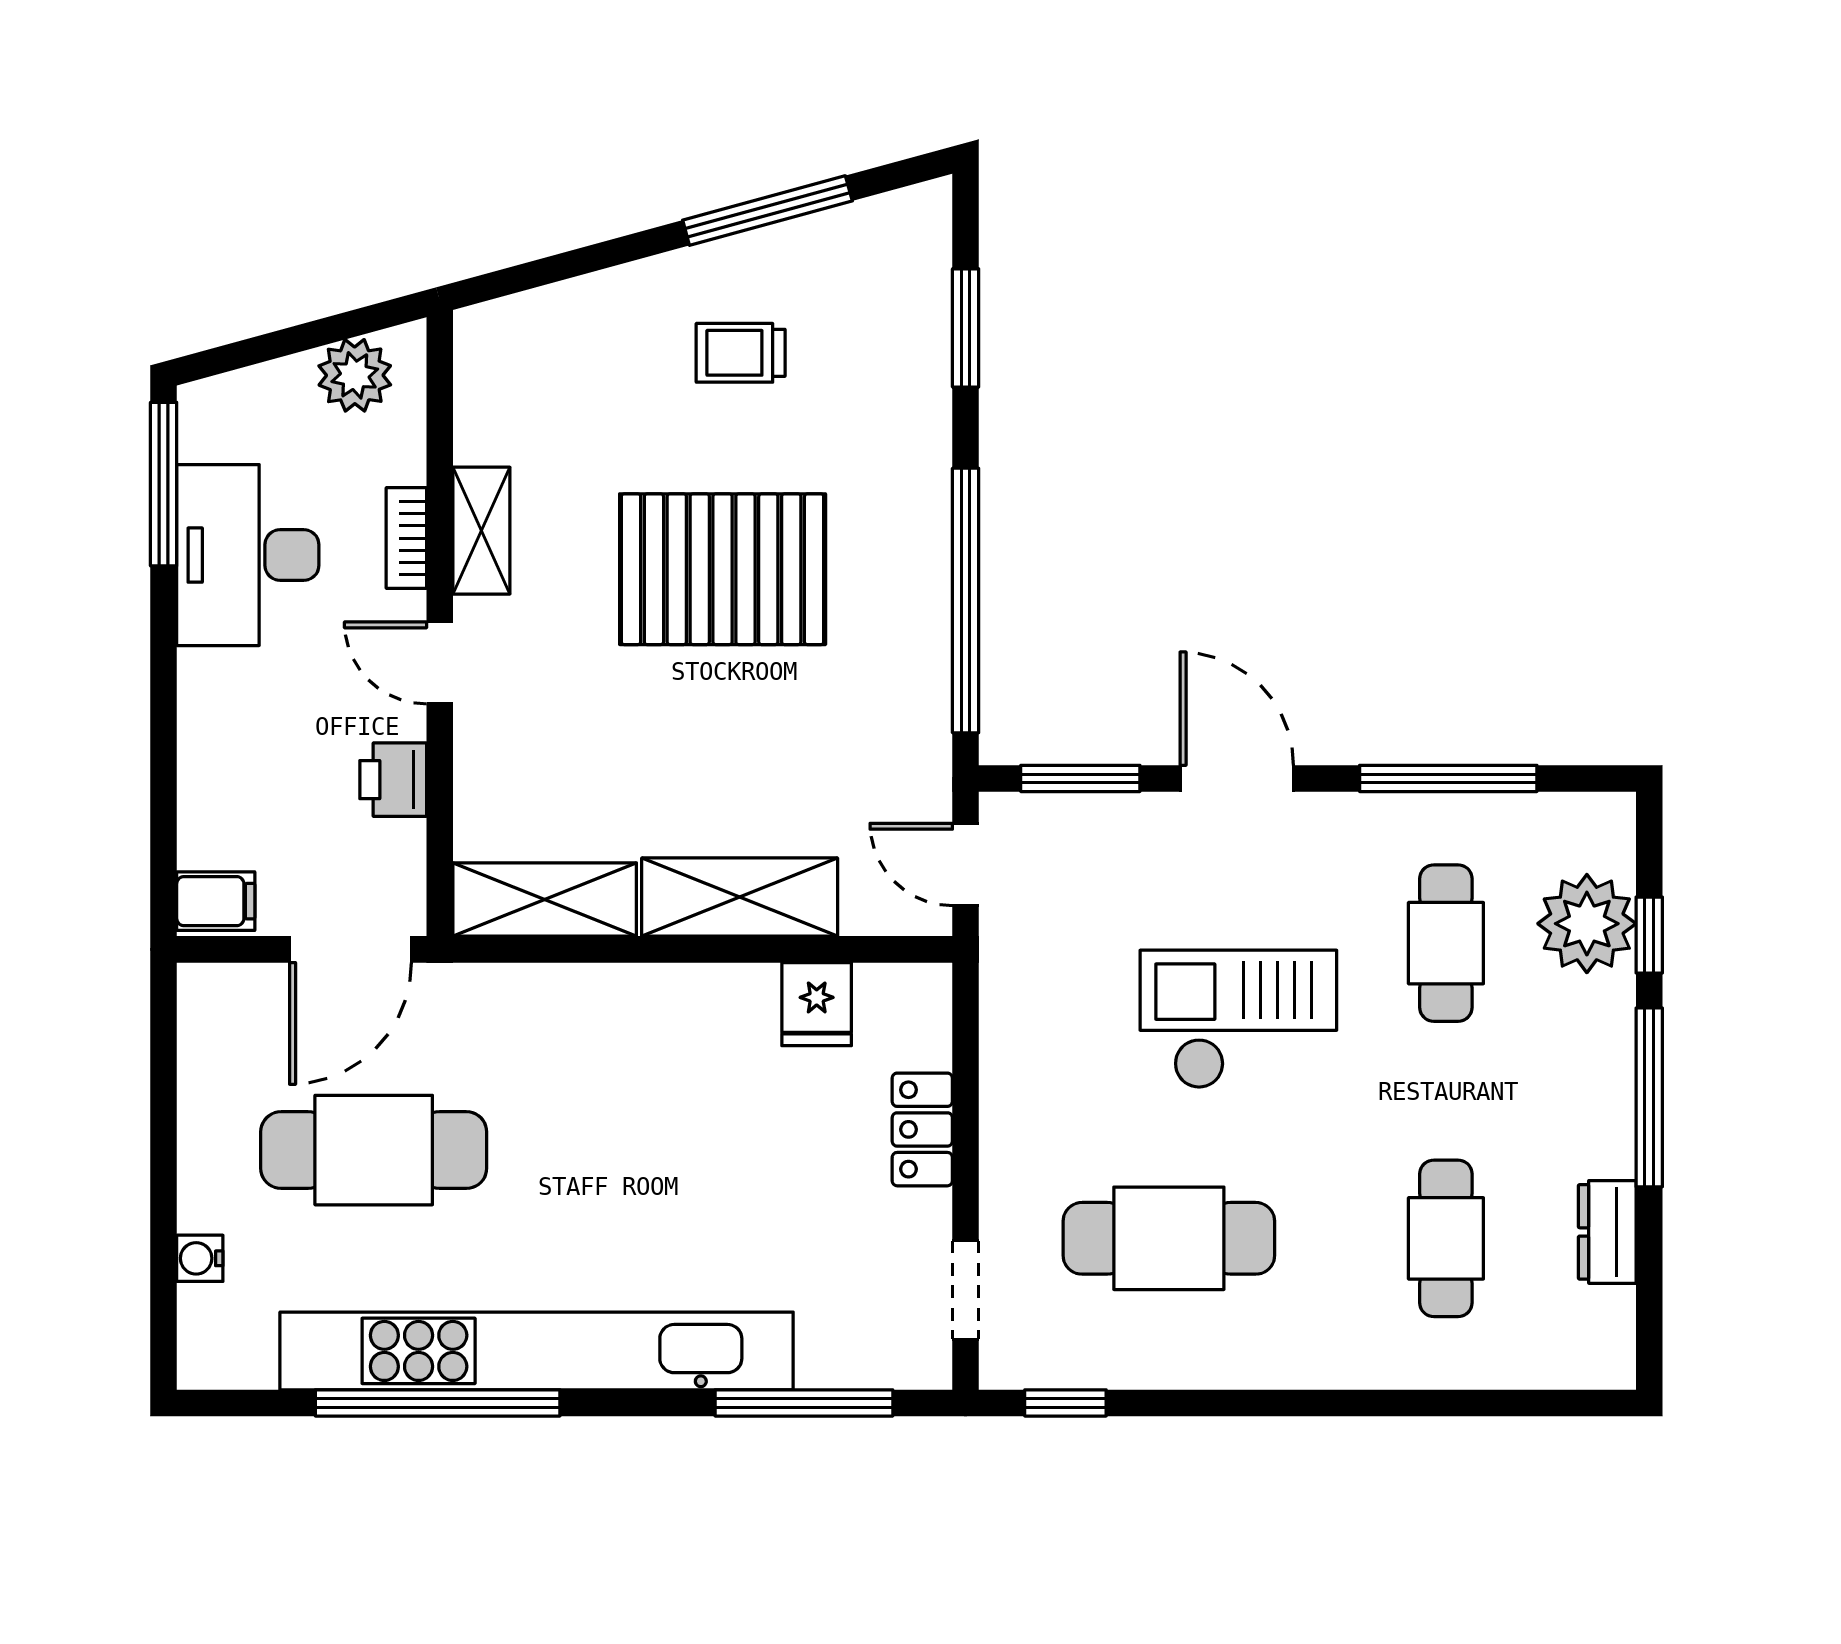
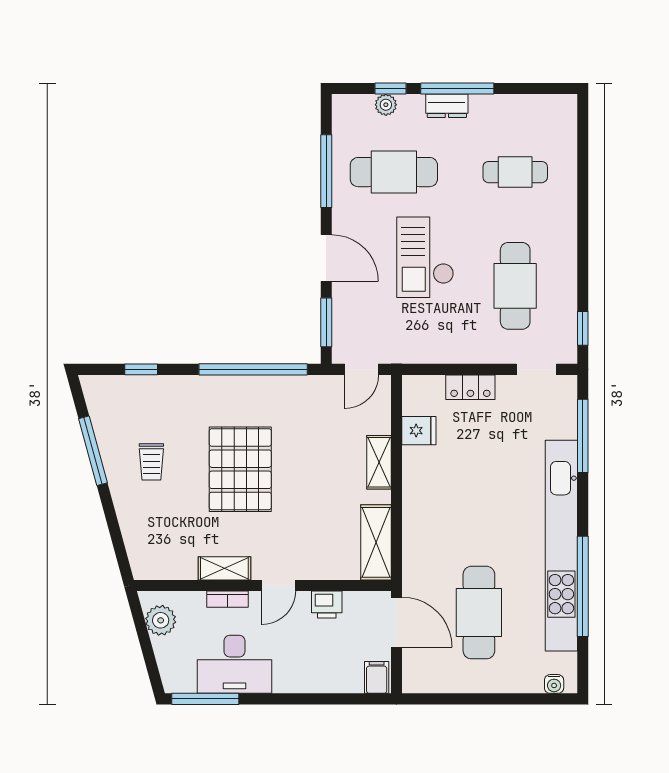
window: (966, 328) -> (141, 369), width x0.67
door: (1237, 778) -> (326, 258), swing flipped
shelving: (740, 897) -> (379, 462), width x0.67, depth x0.75
plant: (1587, 924) -> (386, 105), width x0.53, depth x0.53
cafe table: (1446, 943) -> (394, 172), width x1.37, depth x1.35
dresser: (1607, 1232) -> (447, 106), moved
water cooler: (200, 1258) -> (554, 684), moved

